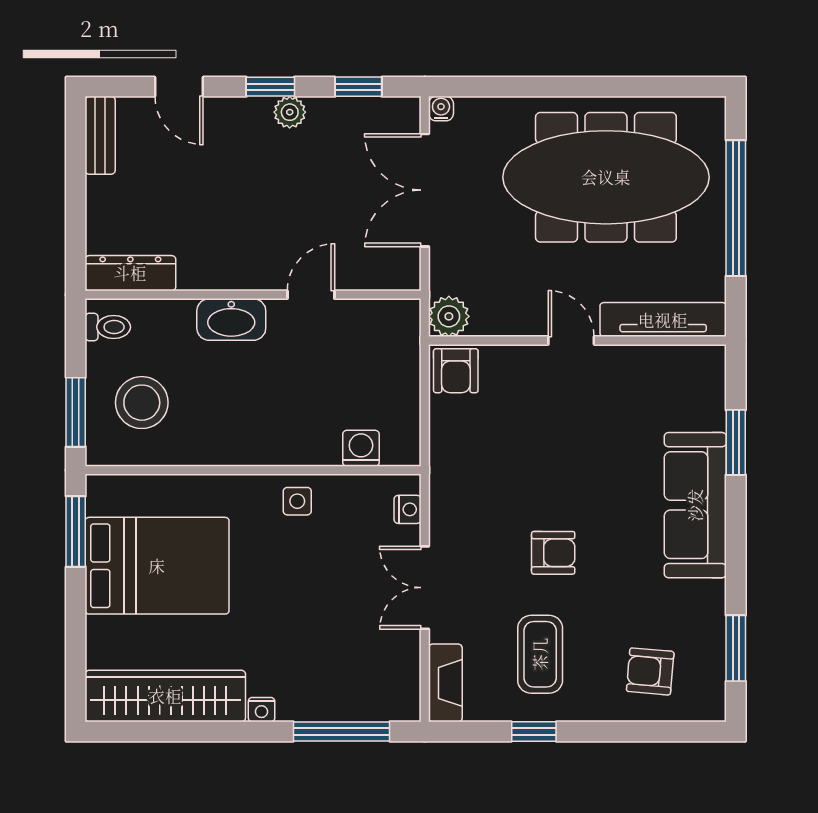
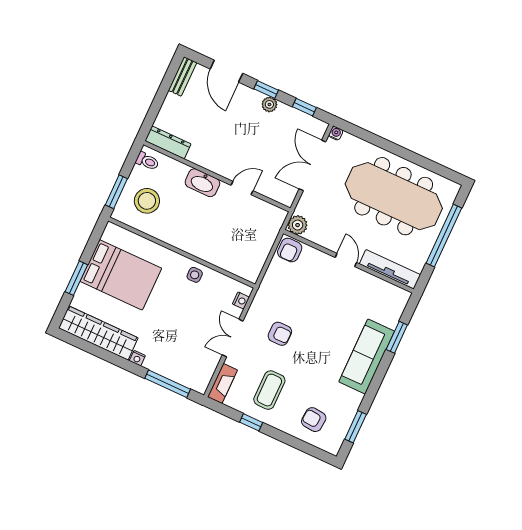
door: (179, 87) -> (226, 71), width x1.37
washing machine: (361, 448) -> (233, 265), removed
window: (76, 531) -> (76, 278), moved
armchair: (553, 553) -> (280, 334), moved

